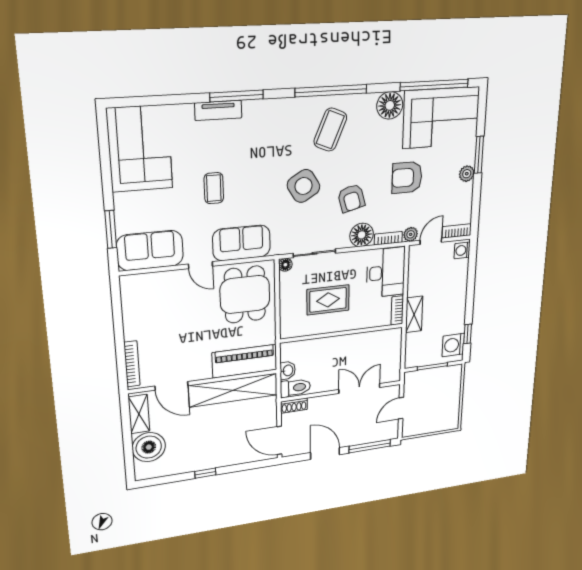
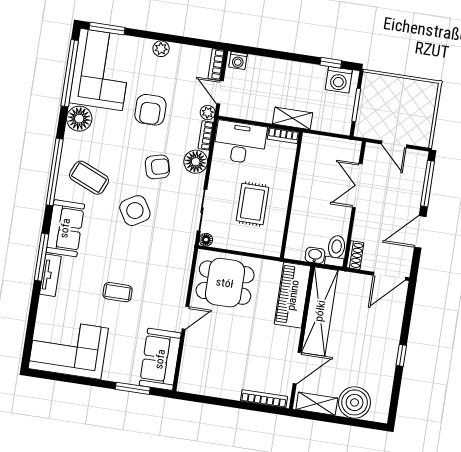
window: (479, 155) -> (107, 29), moved
sofa: (241, 243) -> (65, 228), moved, turned 180

